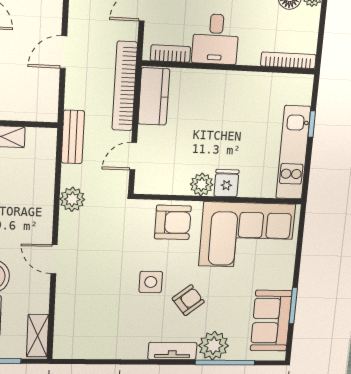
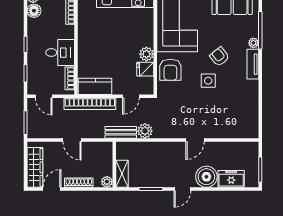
door: (133, 156) -> (131, 96), hinge flipped
fridge: (226, 183) -> (145, 69), moved
plant: (72, 199) -> (145, 131), moved
armchair: (173, 222) -> (170, 70), turned 180
shelving: (38, 336) -> (244, 148), removed
plant: (214, 346) -> (253, 43), width x0.53, depth x0.53

